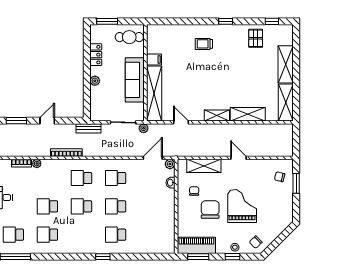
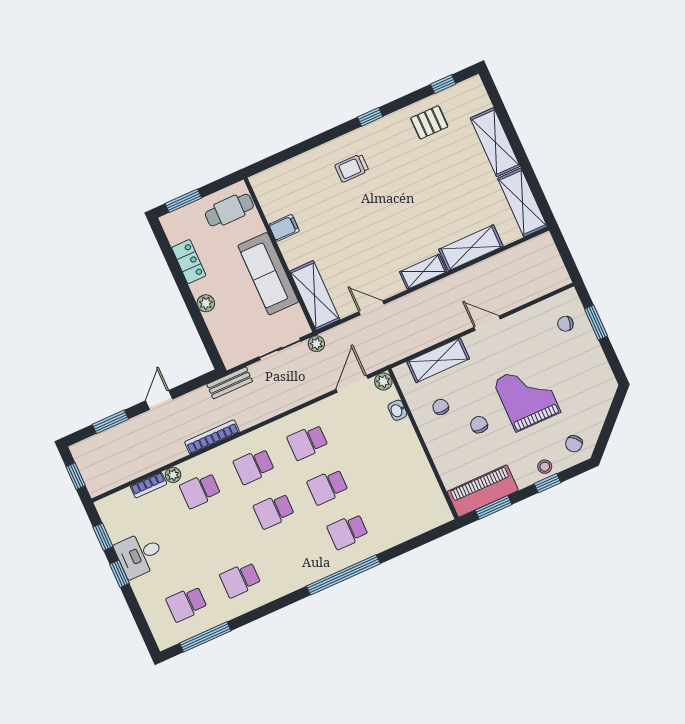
pallet: (256, 38) -> (429, 122), turned 90
shelving: (154, 94) -> (315, 295), width x0.68
school desk: (47, 206) -> (200, 490), moved
chair: (210, 210) -> (479, 425), width x0.54, depth x0.54
window: (103, 257) -> (343, 575), width x3.17

